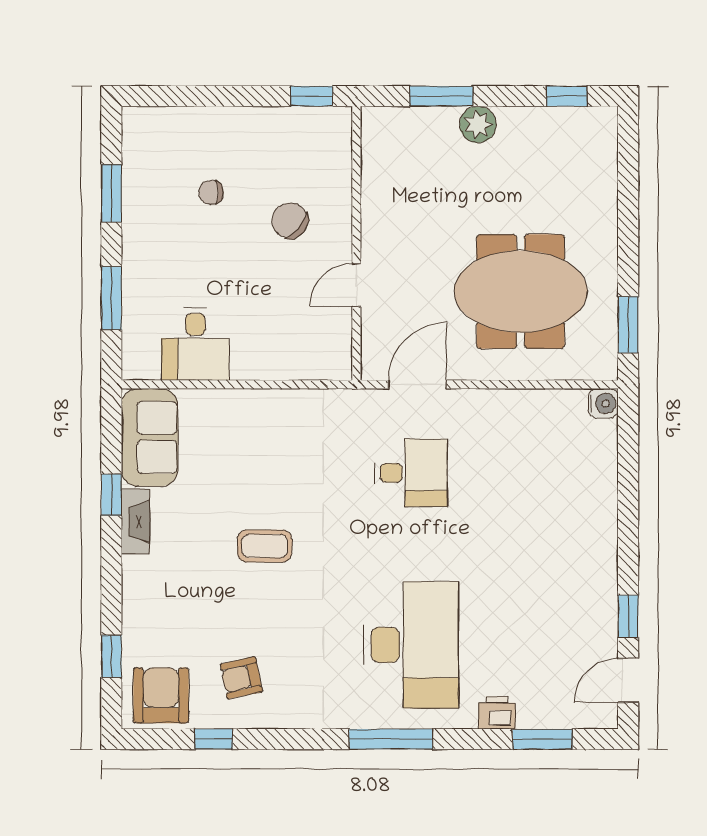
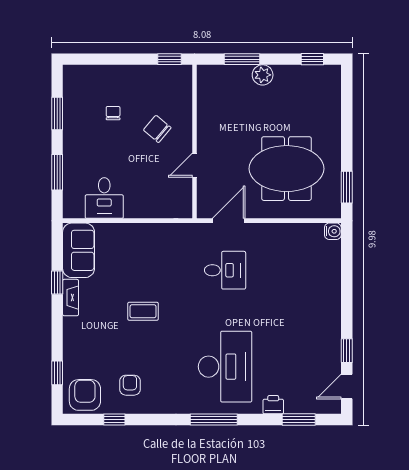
chair: (211, 192) -> (113, 113), turned 90
armchair: (241, 678) -> (130, 385), turned 102

